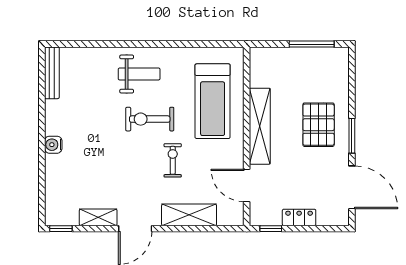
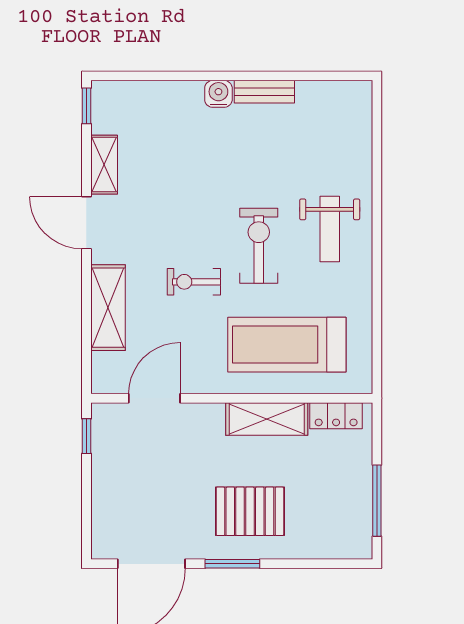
bench: (52, 73) -> (264, 92), moved, width x0.73
shelving: (260, 126) -> (267, 419), width x0.68
exercise bike: (173, 160) -> (194, 282), turned 180
locker: (299, 217) -> (336, 416), moved, turned 90

